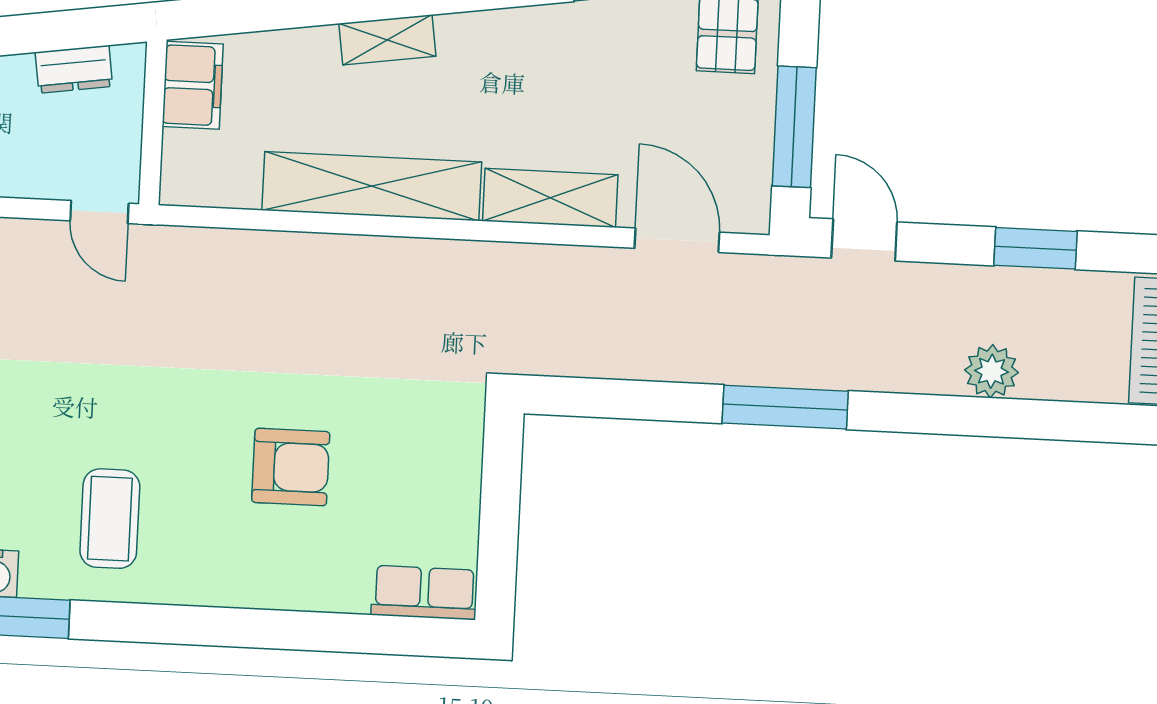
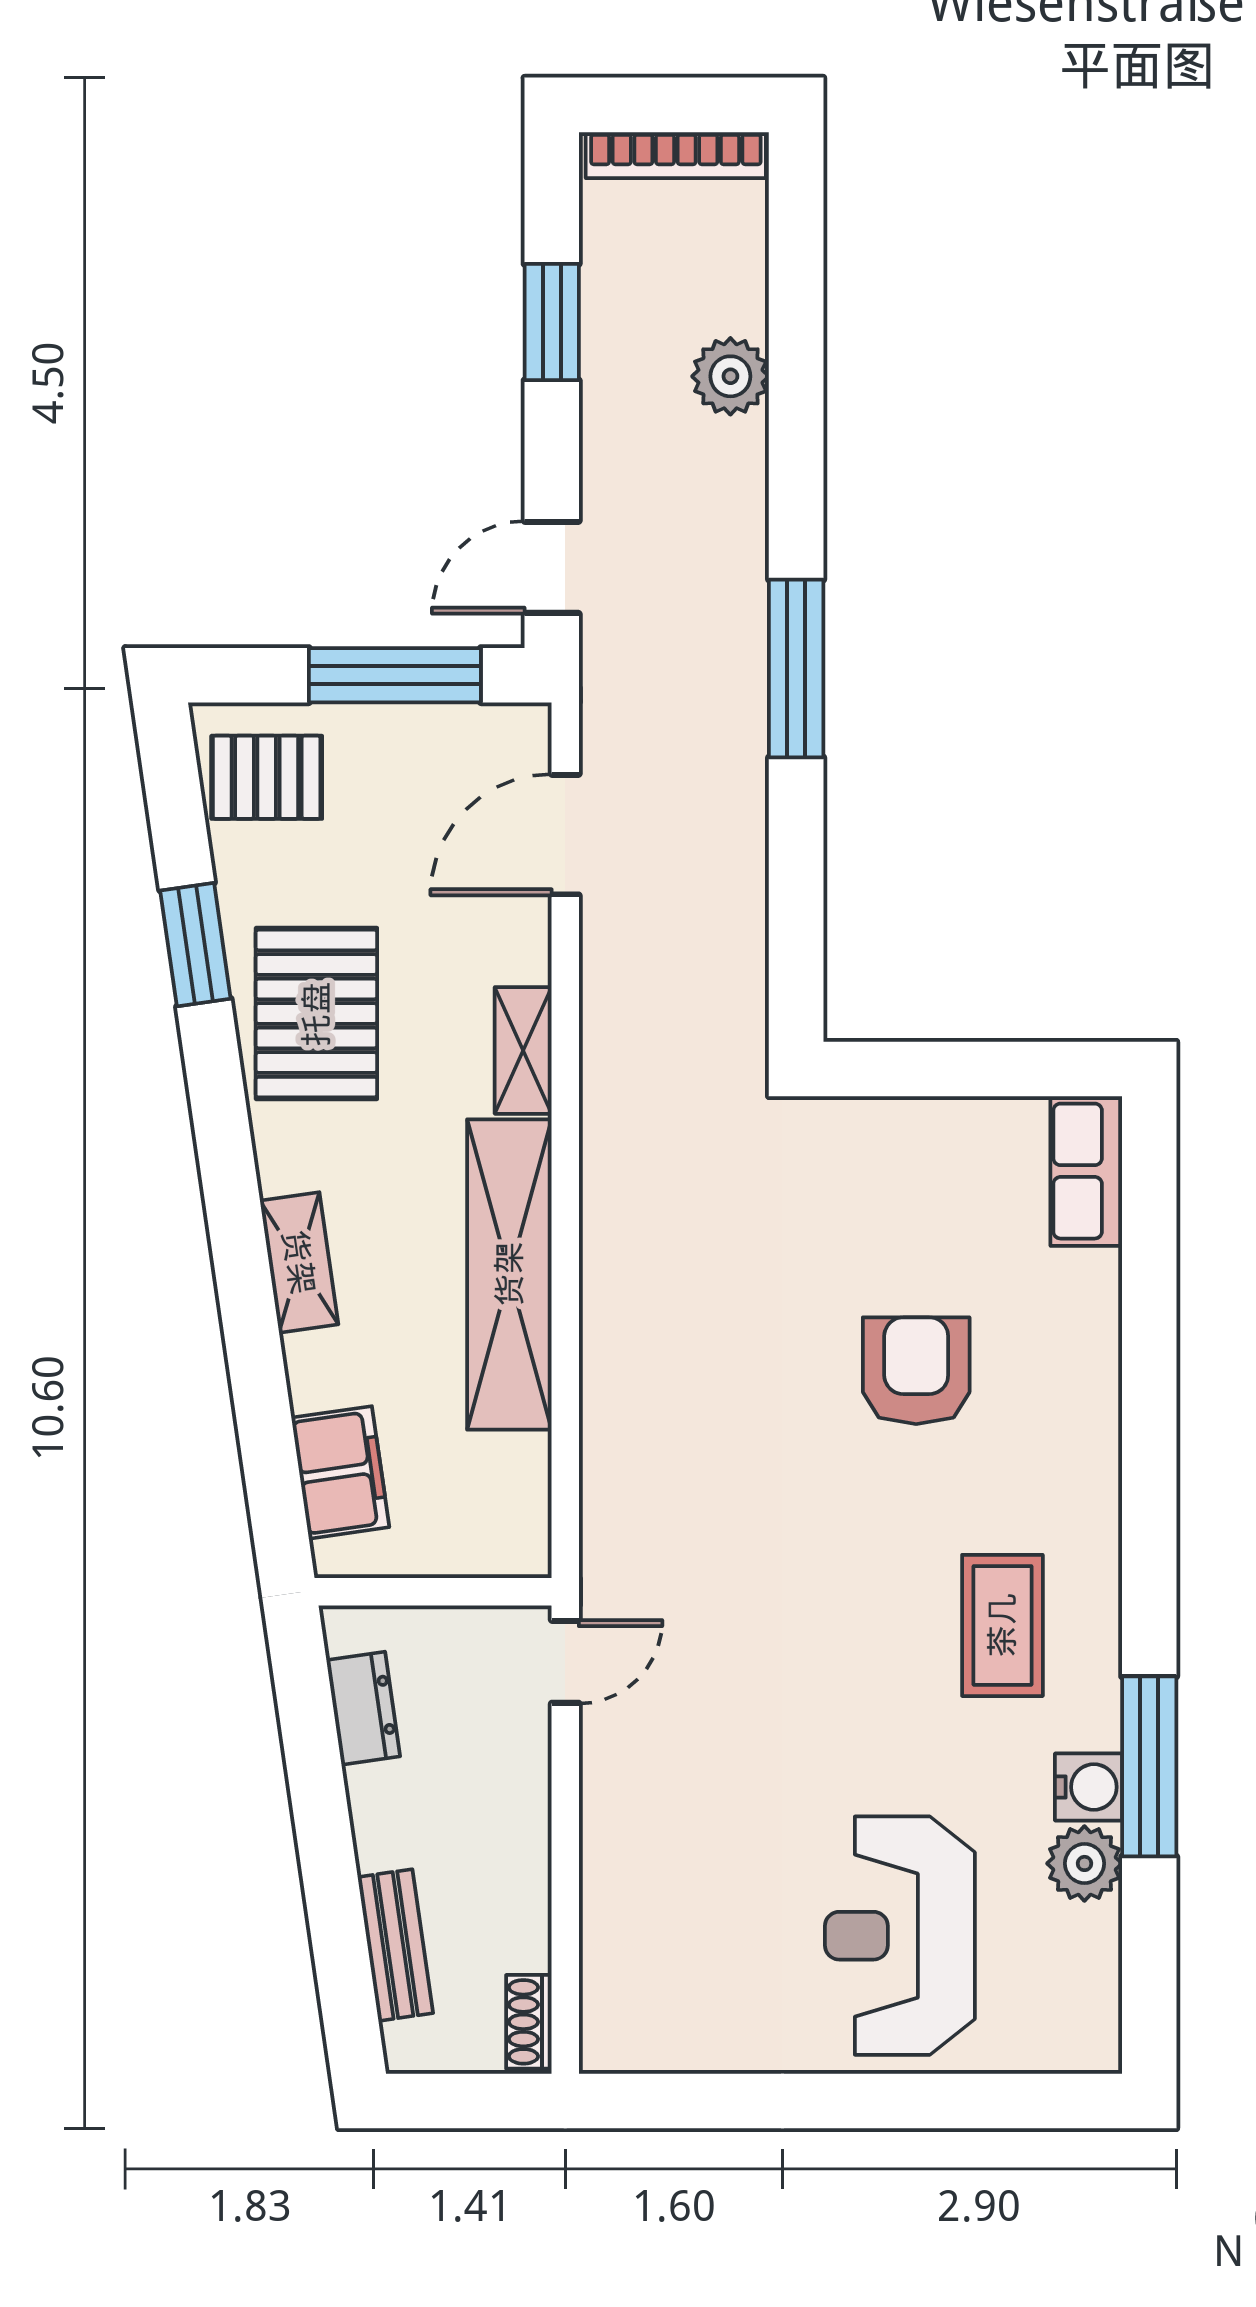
pallet: (561, 60) -> (316, 1014), added
filing cabinet: (193, 85) -> (340, 1472), moved, turned 82
shelving: (550, 198) -> (523, 1050), width x0.67, depth x0.75
coffee table: (110, 519) -> (1002, 1625), turned 90

